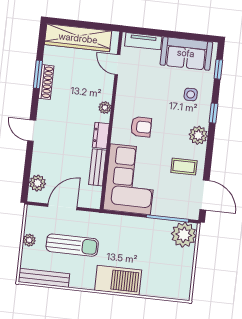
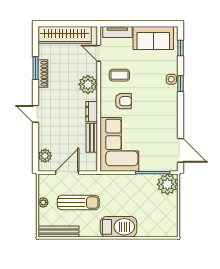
side table: (191, 94) -> (171, 79), moved
plant: (105, 108) -> (88, 84), width x1.88, depth x1.88
plant: (198, 135) -> (170, 103), removed
coffee table: (184, 167) -> (119, 75), moved

